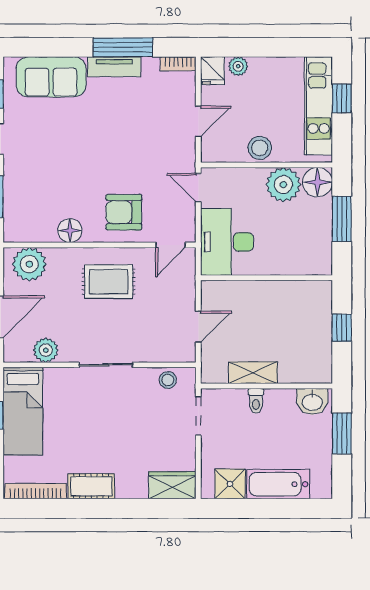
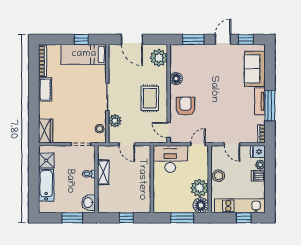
dishwasher: (260, 70) -> (258, 176), added
plant: (46, 350) -> (115, 121), moved

